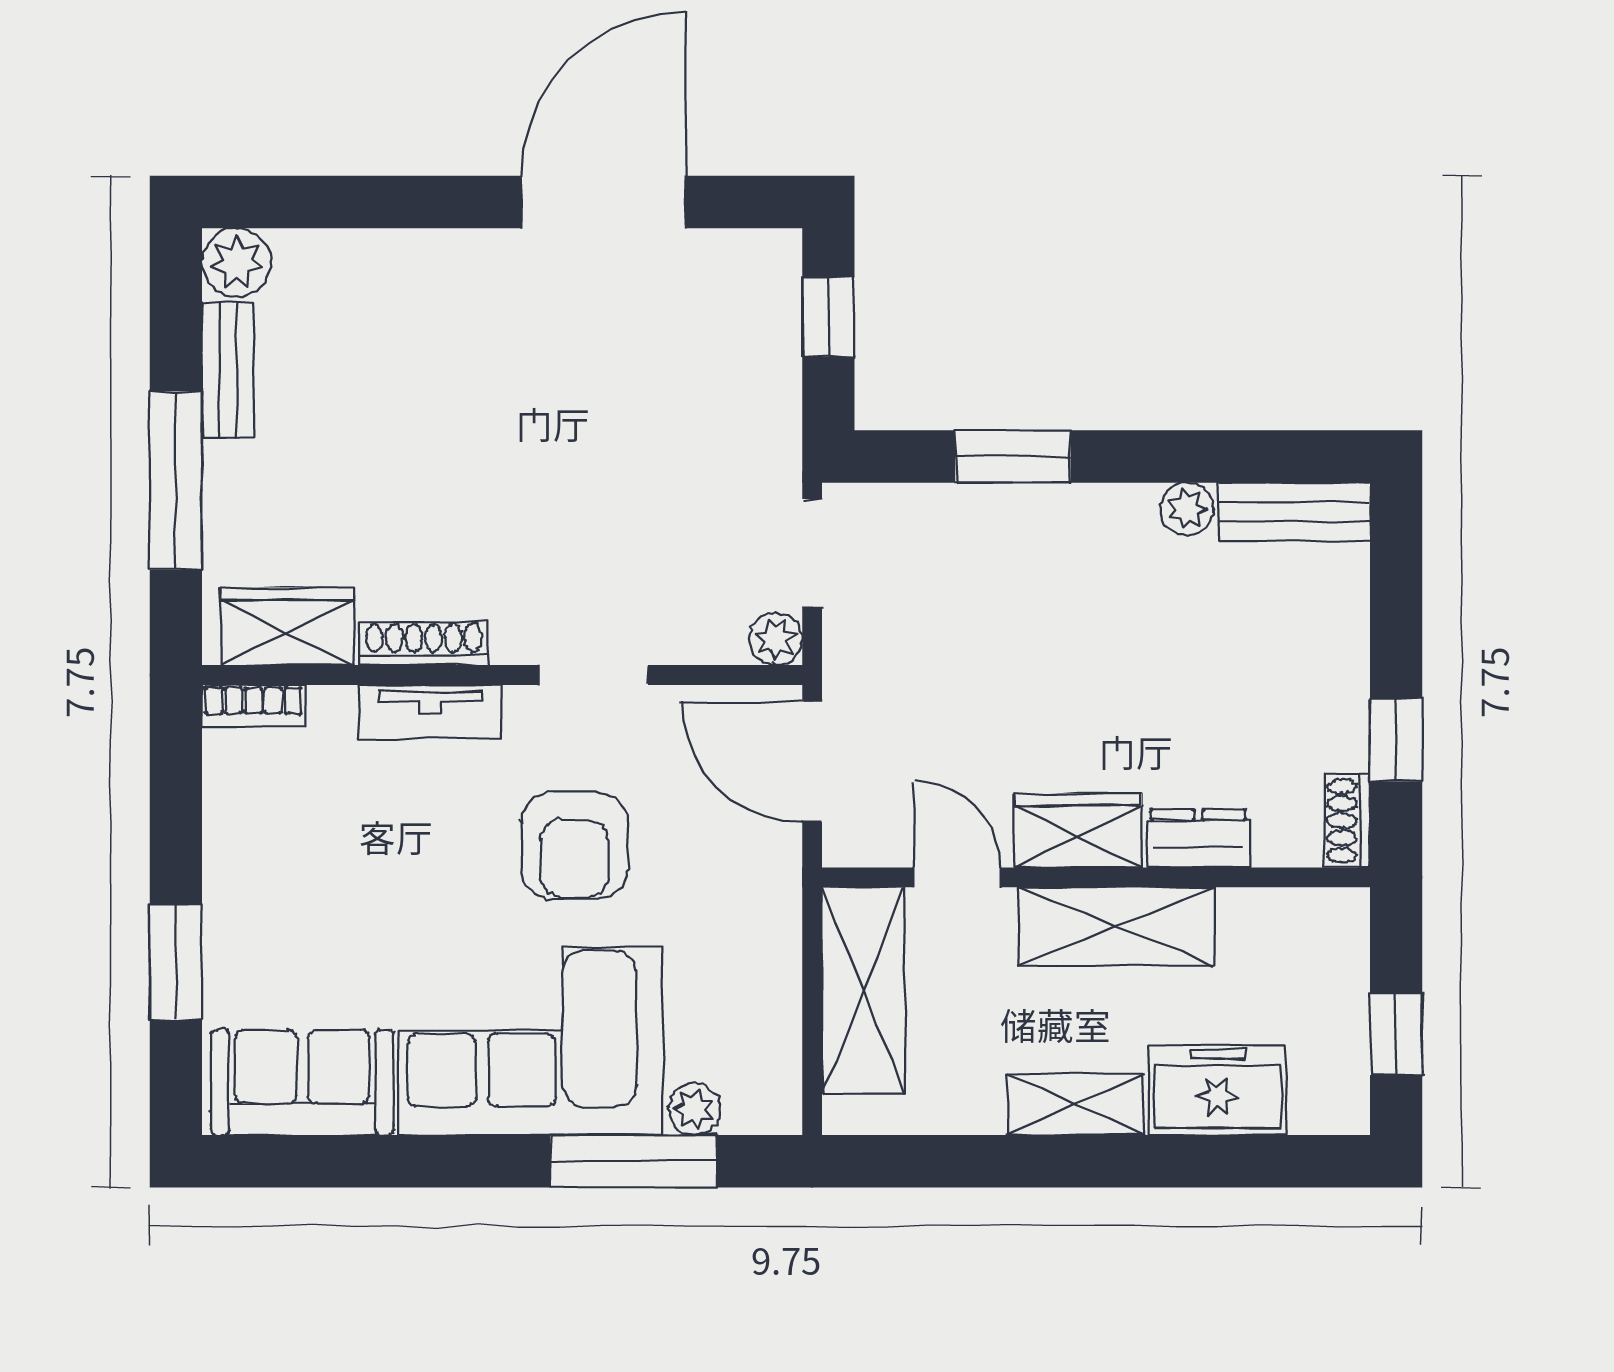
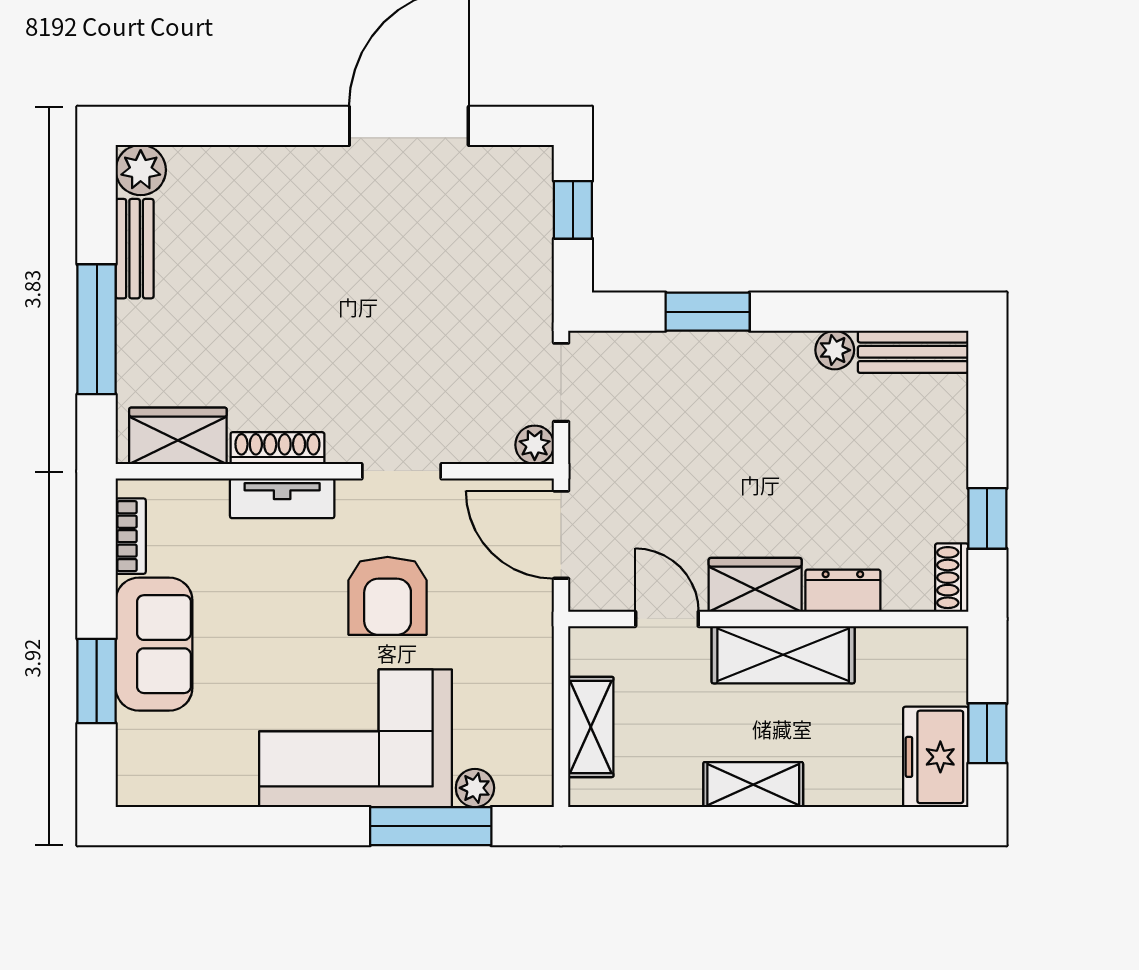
bookcase: (254, 705) -> (131, 536), moved, turned -90
shelving: (863, 991) -> (591, 727), width x0.67, depth x0.75
sofa: (302, 1082) -> (154, 644), moved, turned 90
freezer: (1218, 1090) -> (936, 757), moved, turned -90

